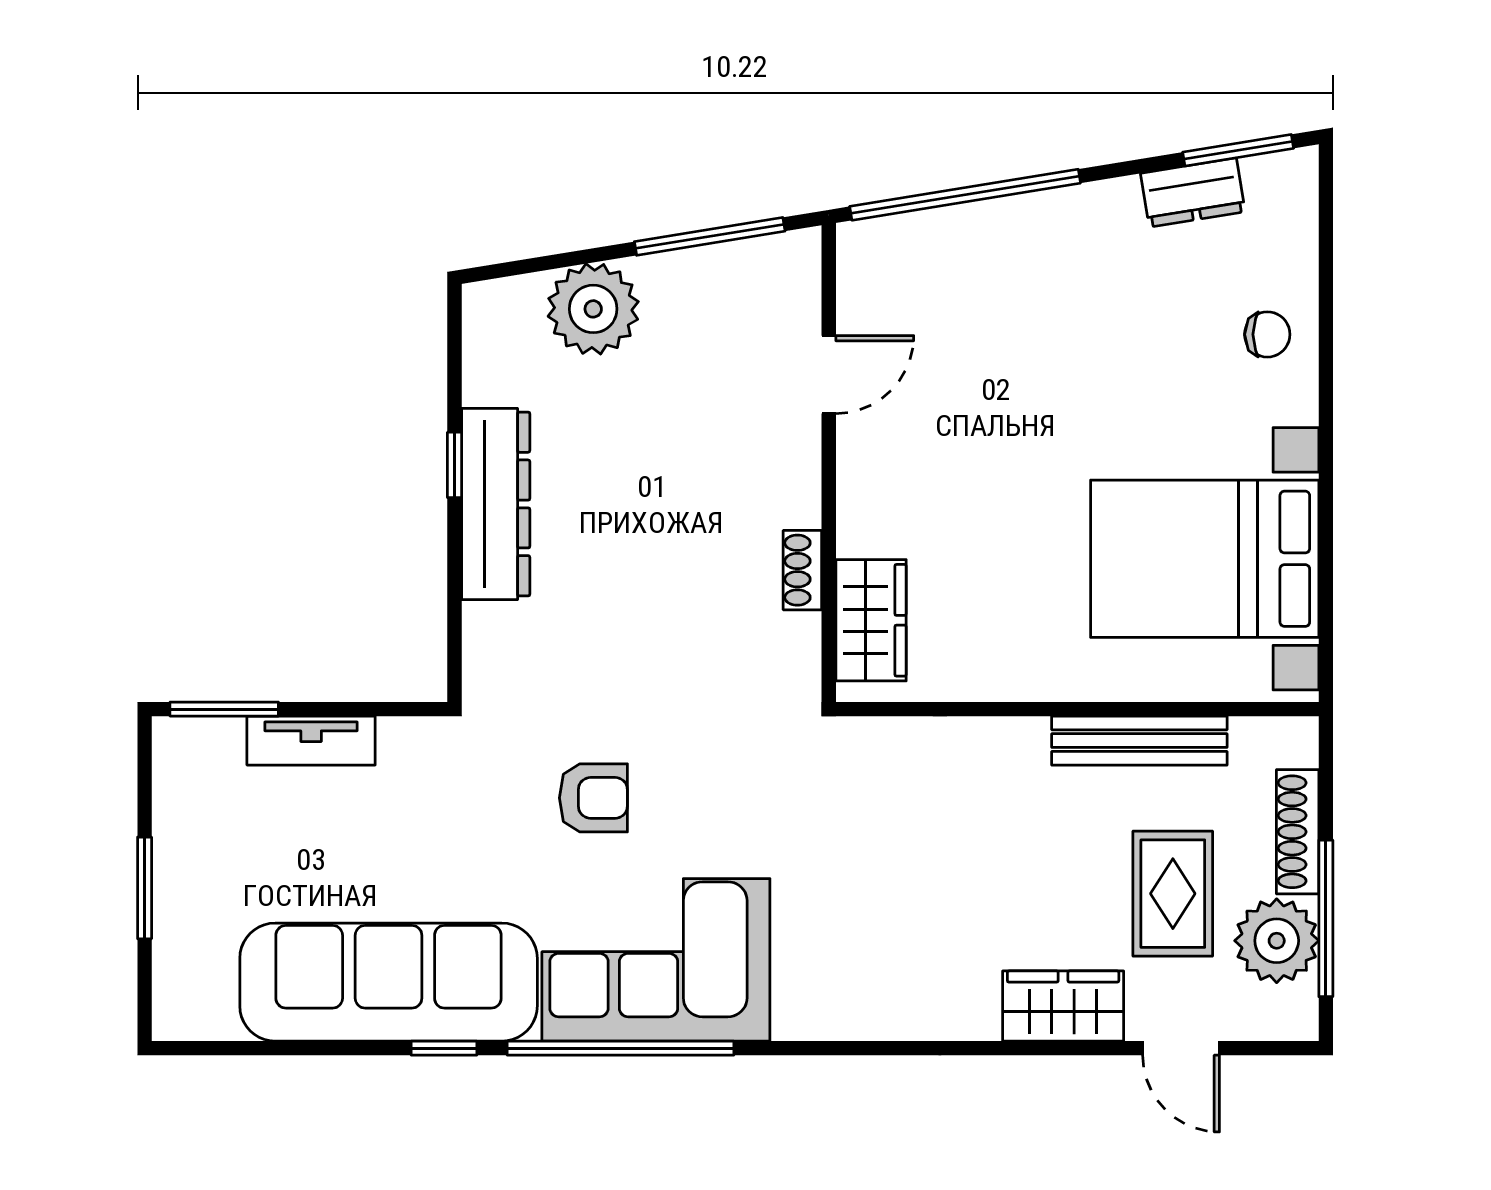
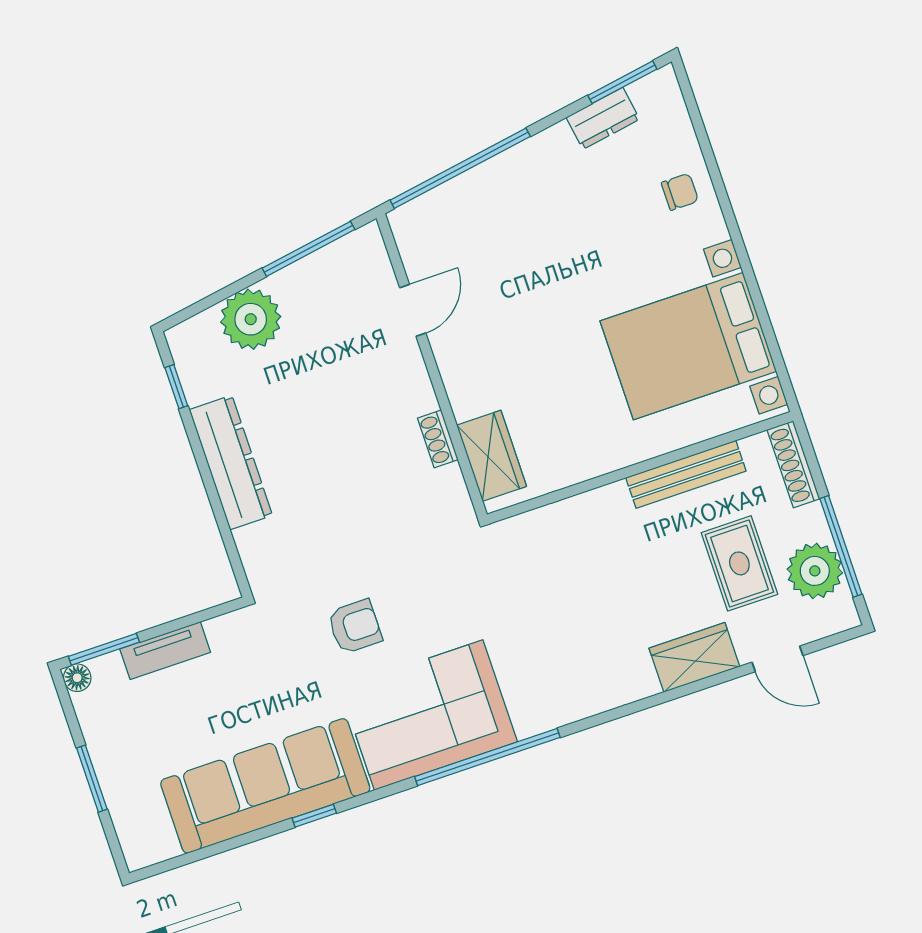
window: (454, 465) -> (176, 387), moved
floor lamp: (172, 737) -> (77, 678), added
shoe rack: (1298, 832) -> (793, 464), moved
window: (620, 1048) -> (487, 757), moved

